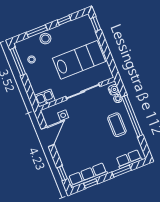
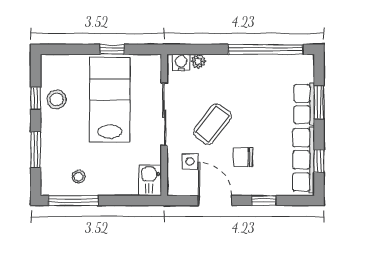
window: (96, 24) -> (112, 49), moved
stool: (45, 39) -> (57, 99), moved
window: (132, 116) -> (265, 49), moved
coffee table: (117, 125) -> (212, 124), moved, turned -52
chair: (77, 142) -> (243, 157), added
row of seats: (129, 159) -> (304, 104), moved
window: (62, 173) -> (264, 200), moved

